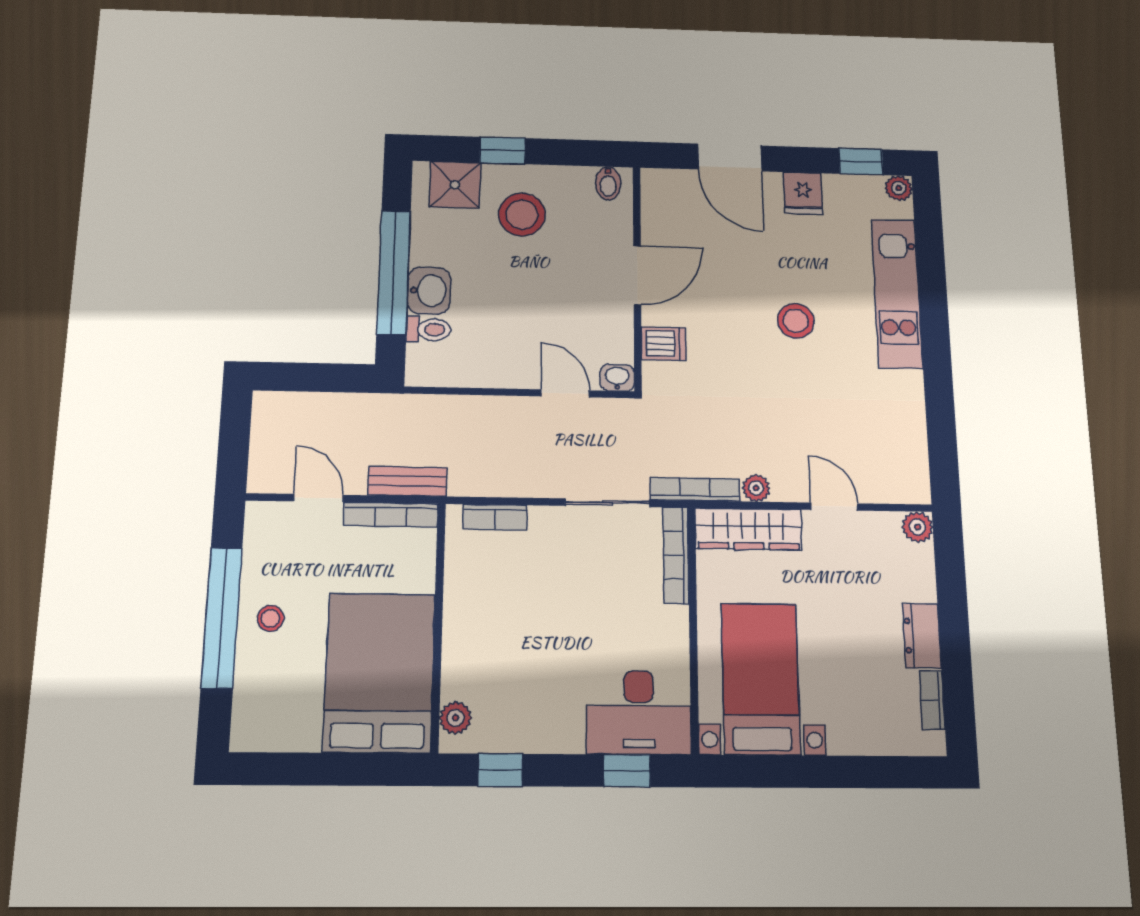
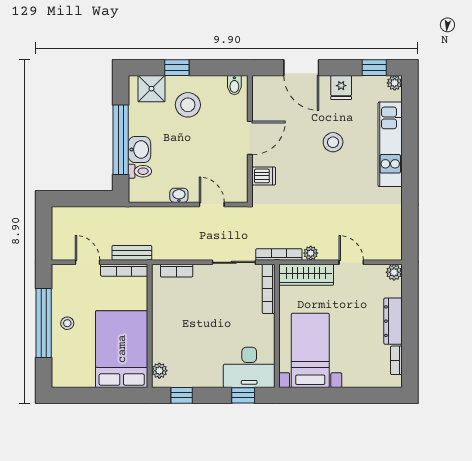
stool: (796, 321) -> (333, 142), moved
washbasin: (617, 378) -> (179, 195), moved
dresser: (922, 636) -> (393, 321), width x1.44

